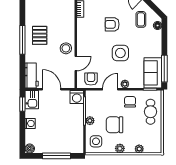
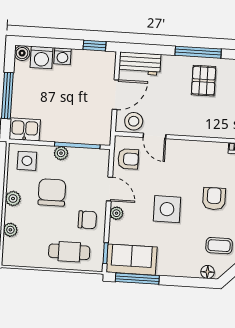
pallet: (40, 35) -> (204, 81), turned 90
stool: (66, 48) -> (134, 121), moved
washing machine: (77, 97) -> (42, 58), moved, turned -90
kitchen sink: (32, 100) -> (25, 129), moved, turned 180

